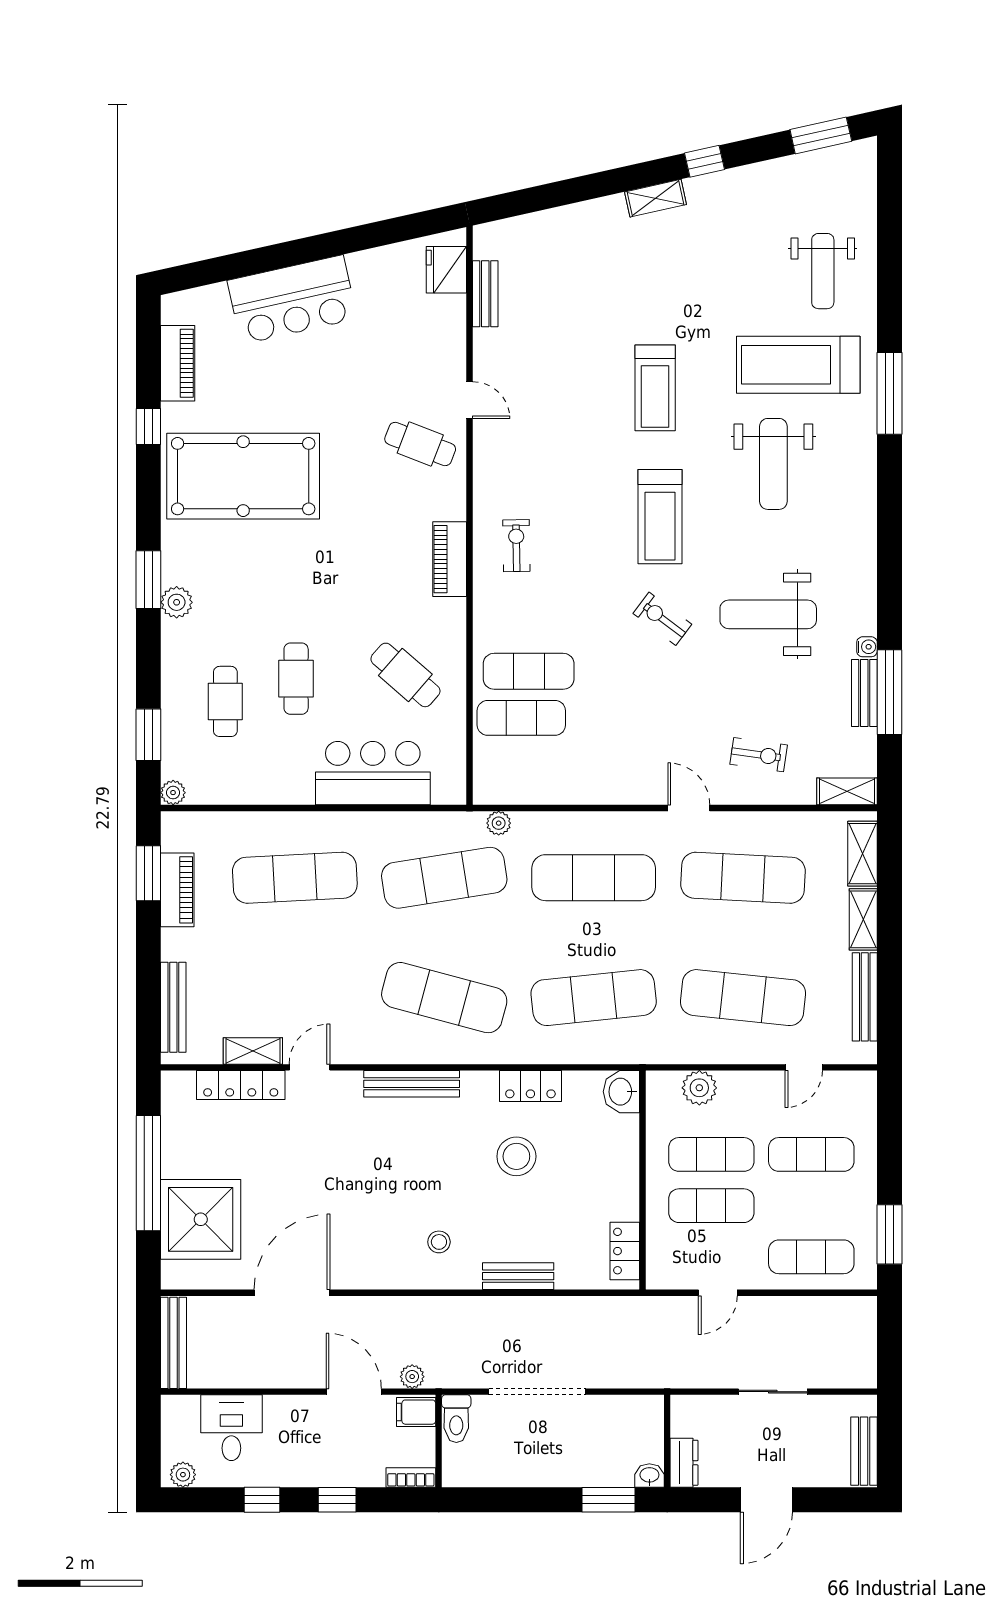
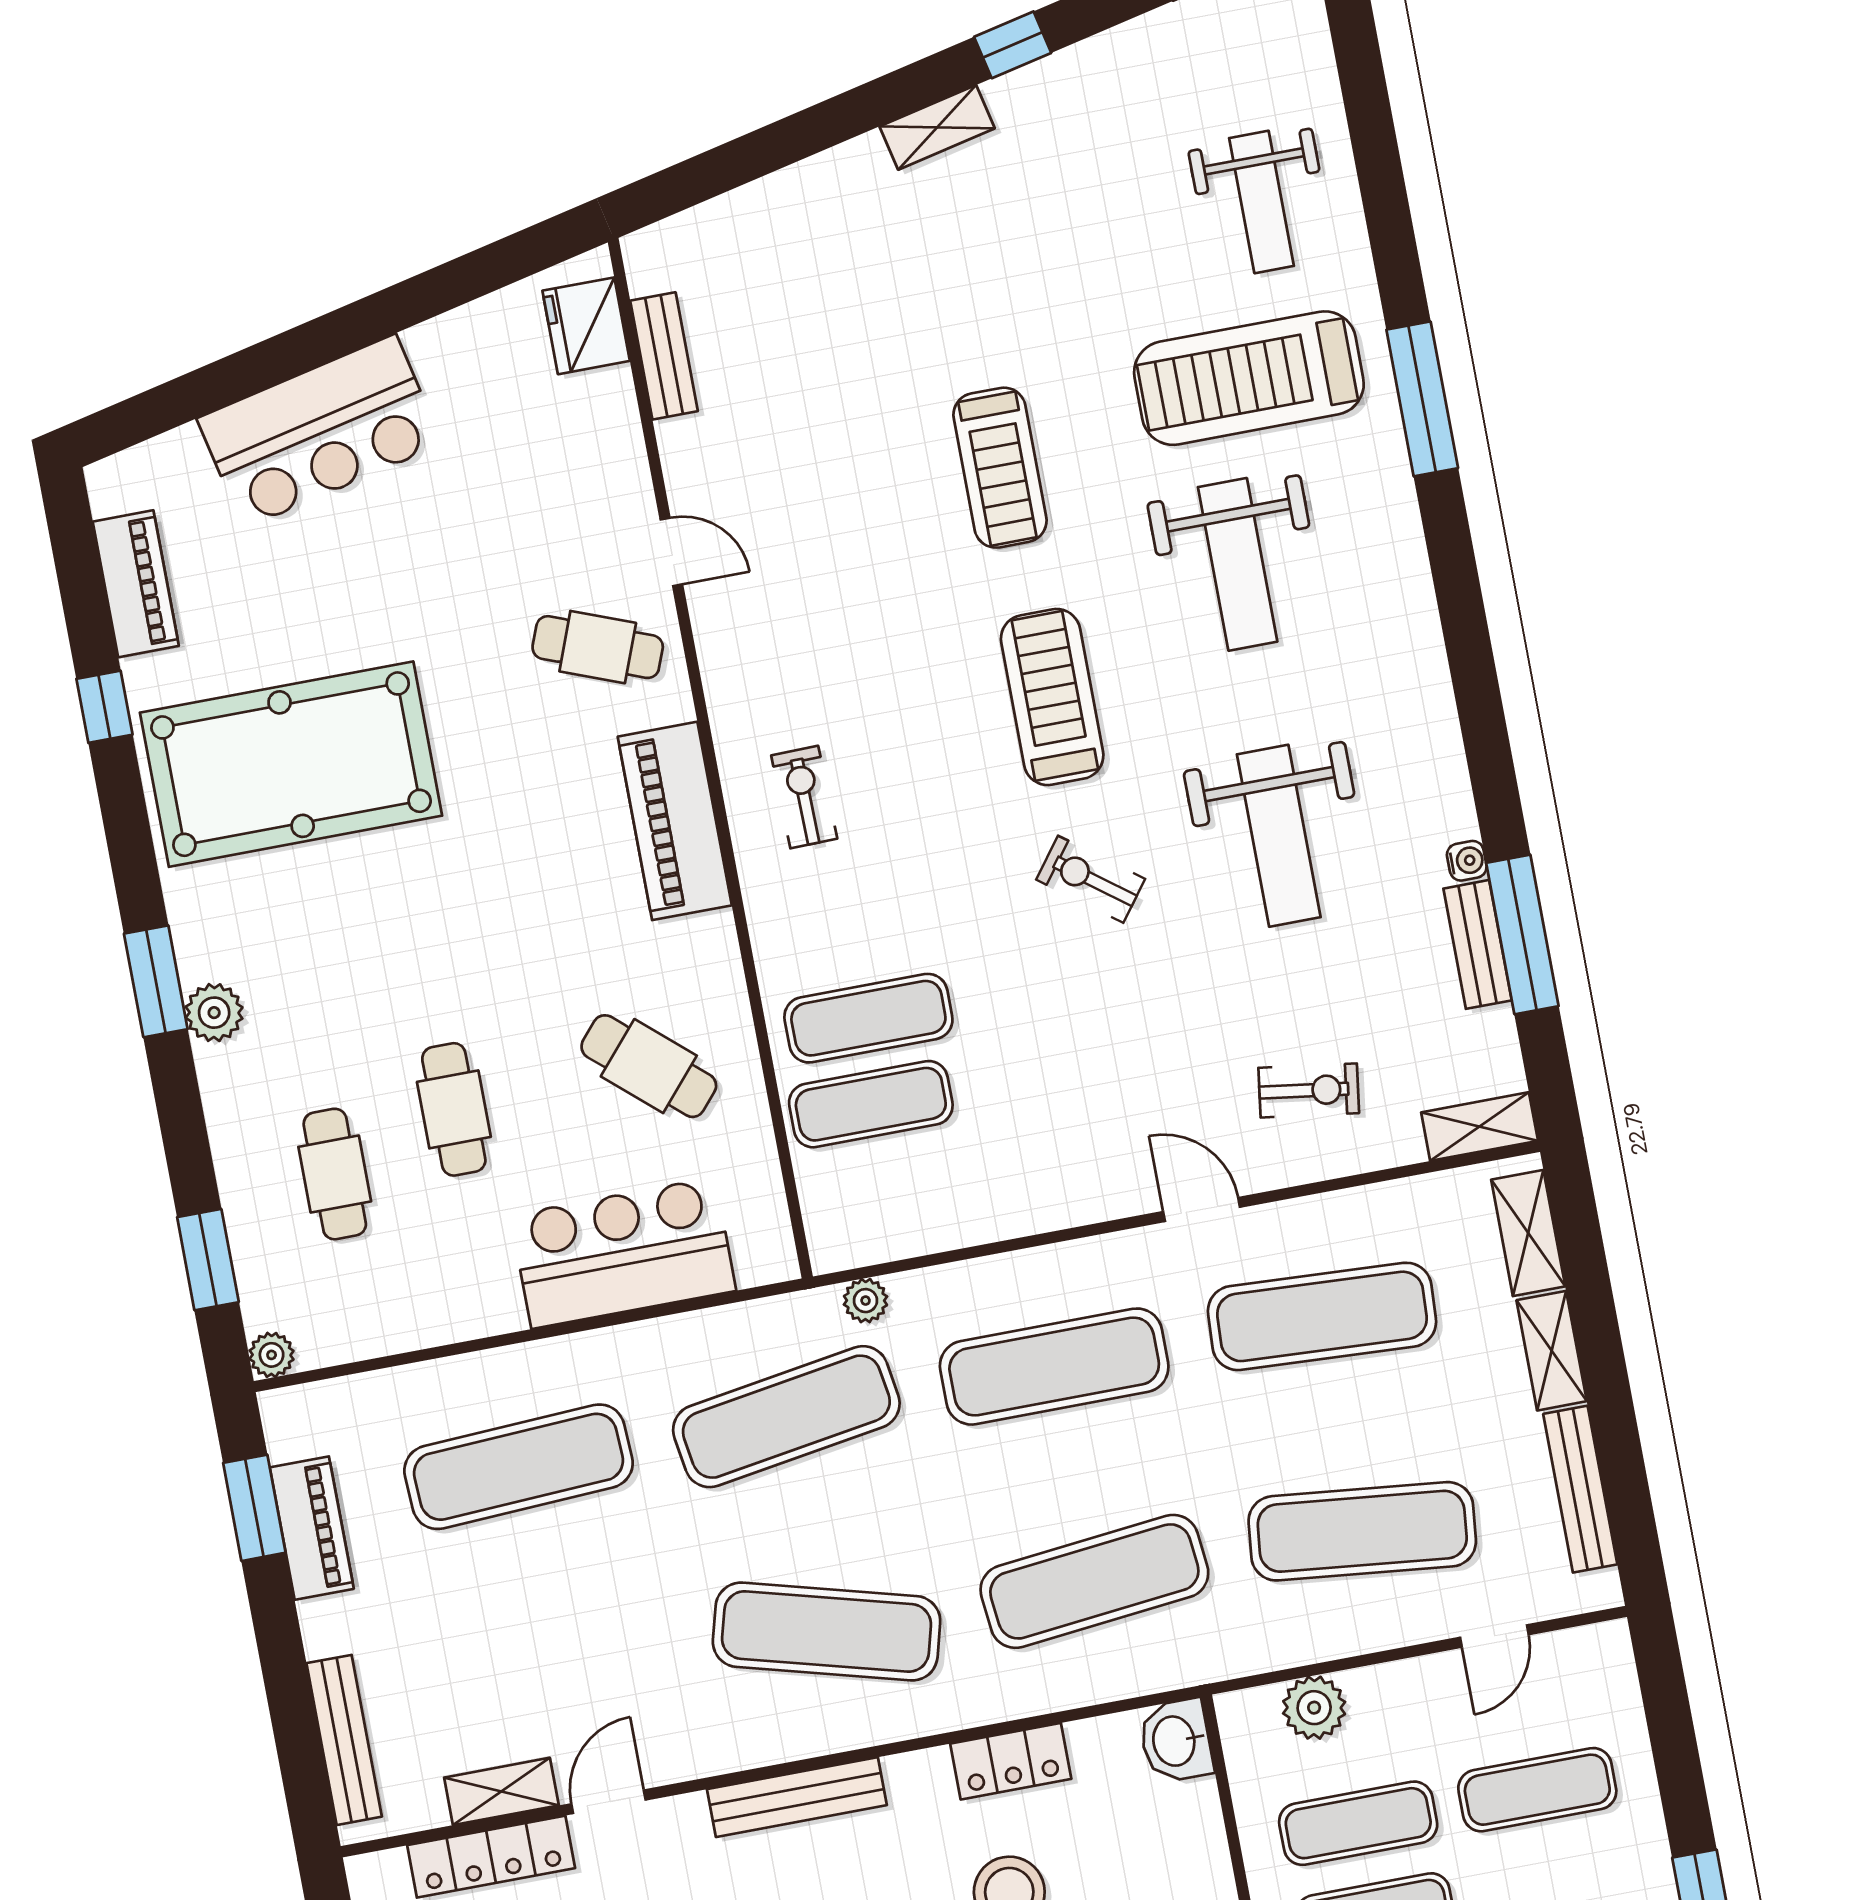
treadmill: (660, 517) -> (1052, 697), turned 180
piano: (450, 559) -> (675, 821), width x1.37, depth x1.33
weight bench: (768, 614) -> (1279, 836), turned -90

